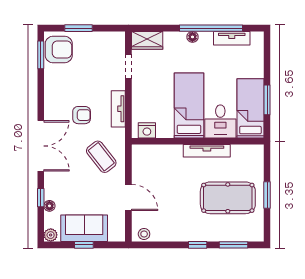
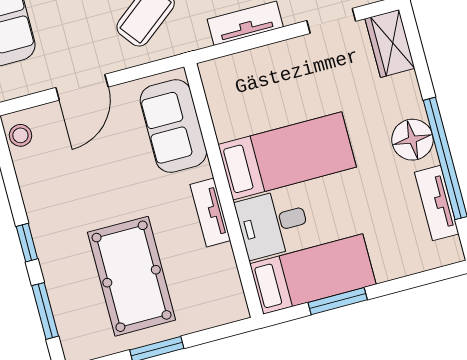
floor lamp: (192, 37) -> (412, 140), width x1.89, depth x1.89
nightstand: (147, 130) -> (219, 88), removed
tv unit: (207, 151) -> (210, 213), width x0.71
sofa: (159, 158) -> (173, 126), added

